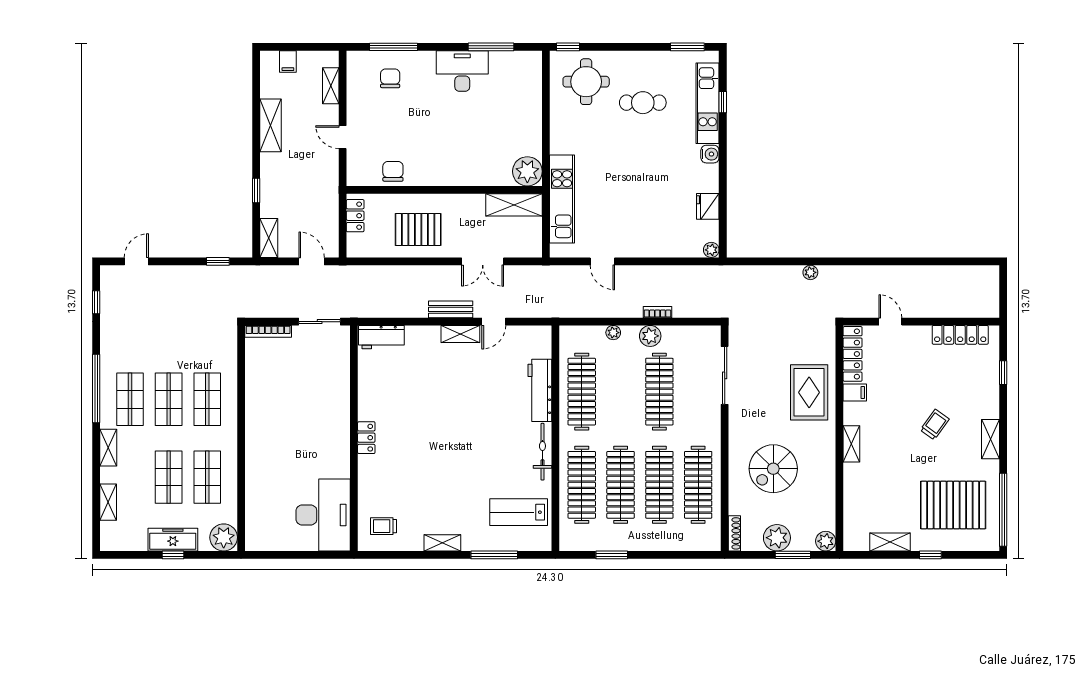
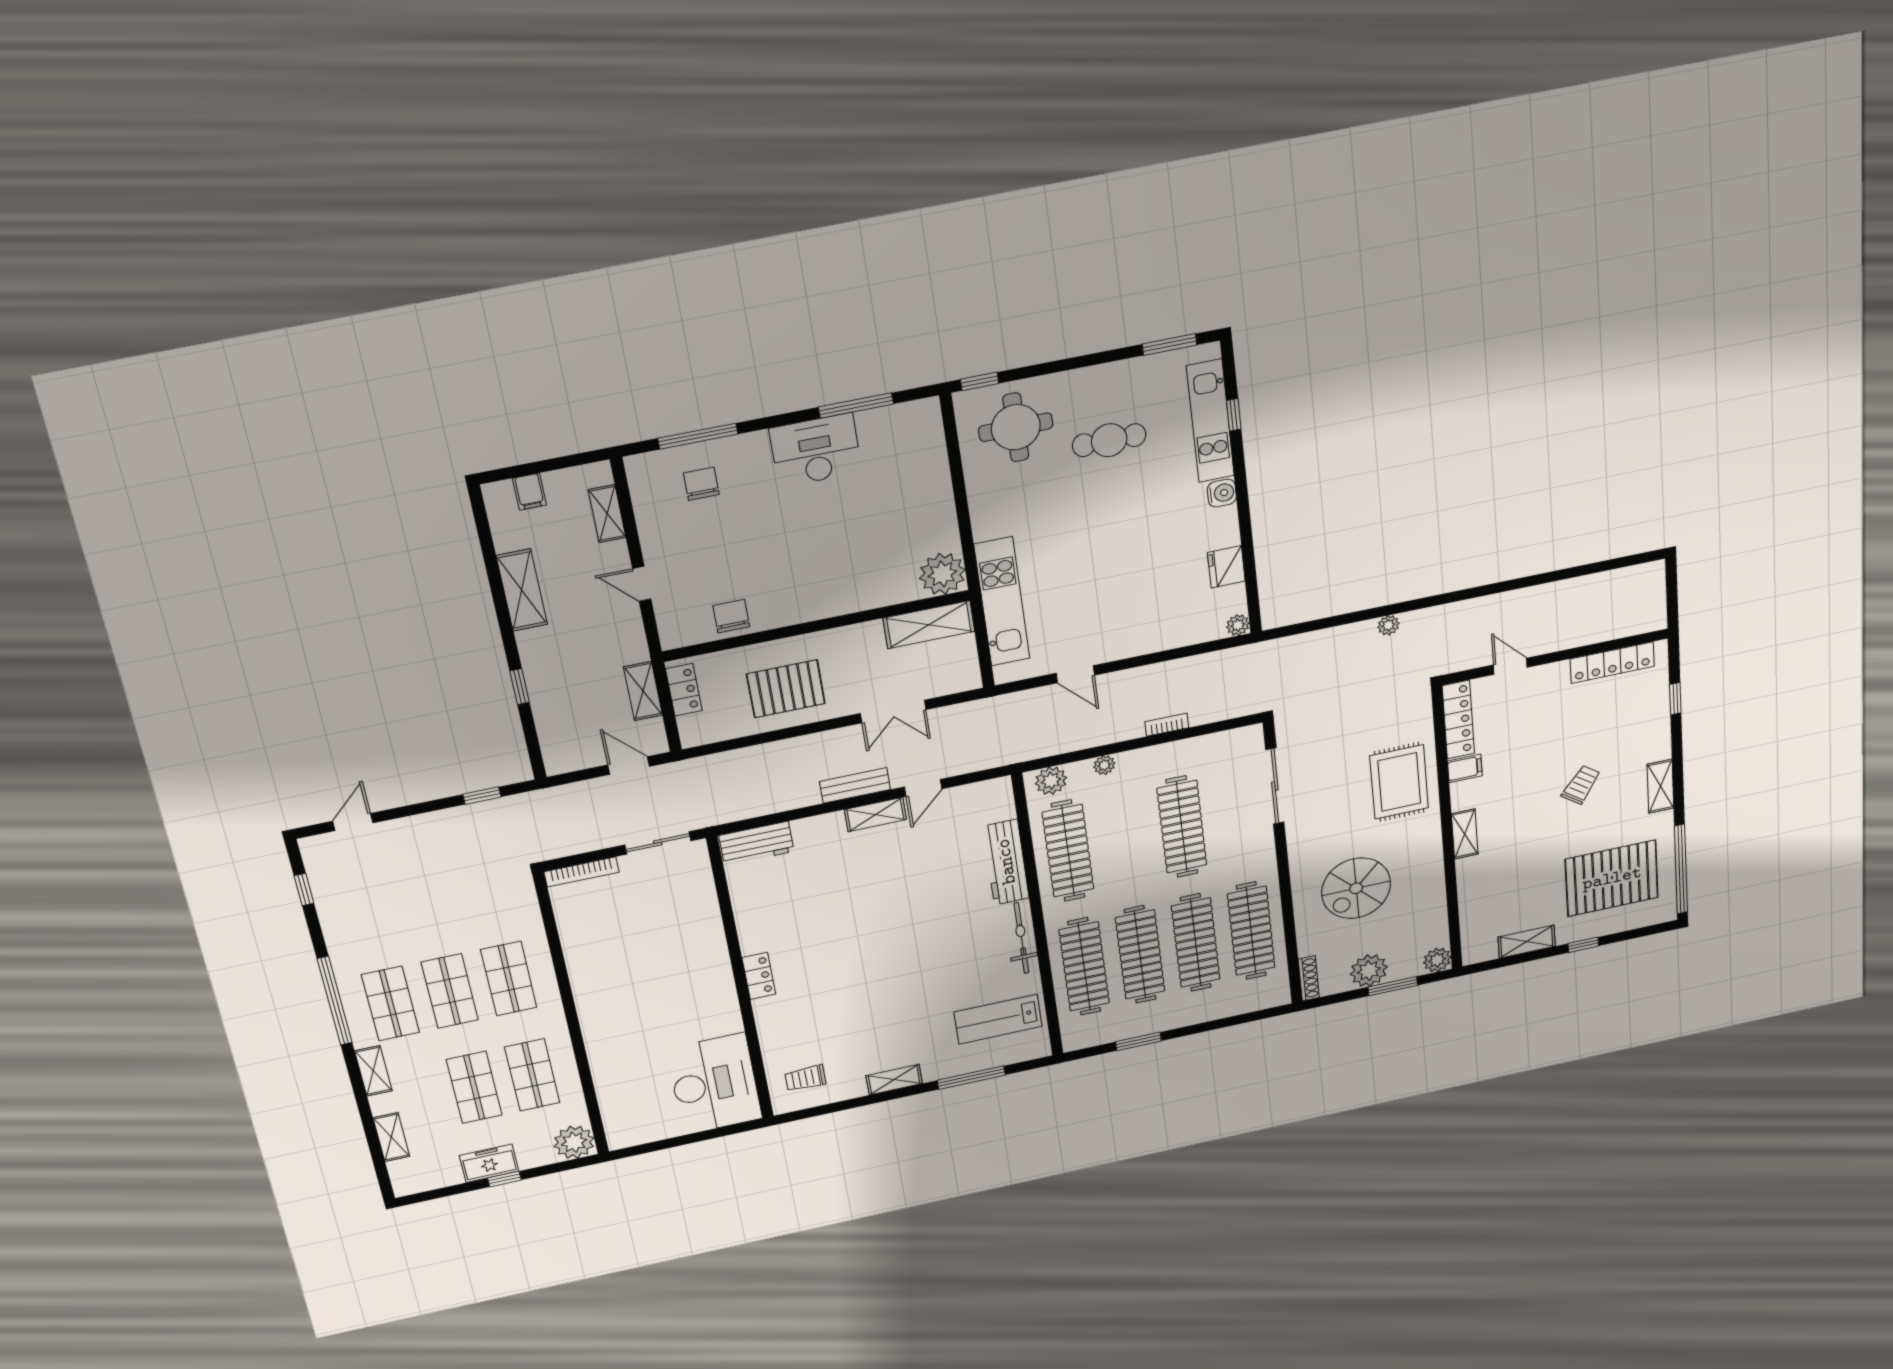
shelving: (269, 238) -> (643, 691), moved
plant: (650, 336) -> (1051, 781), moved
freezer: (173, 540) -> (489, 1163), width x0.71

